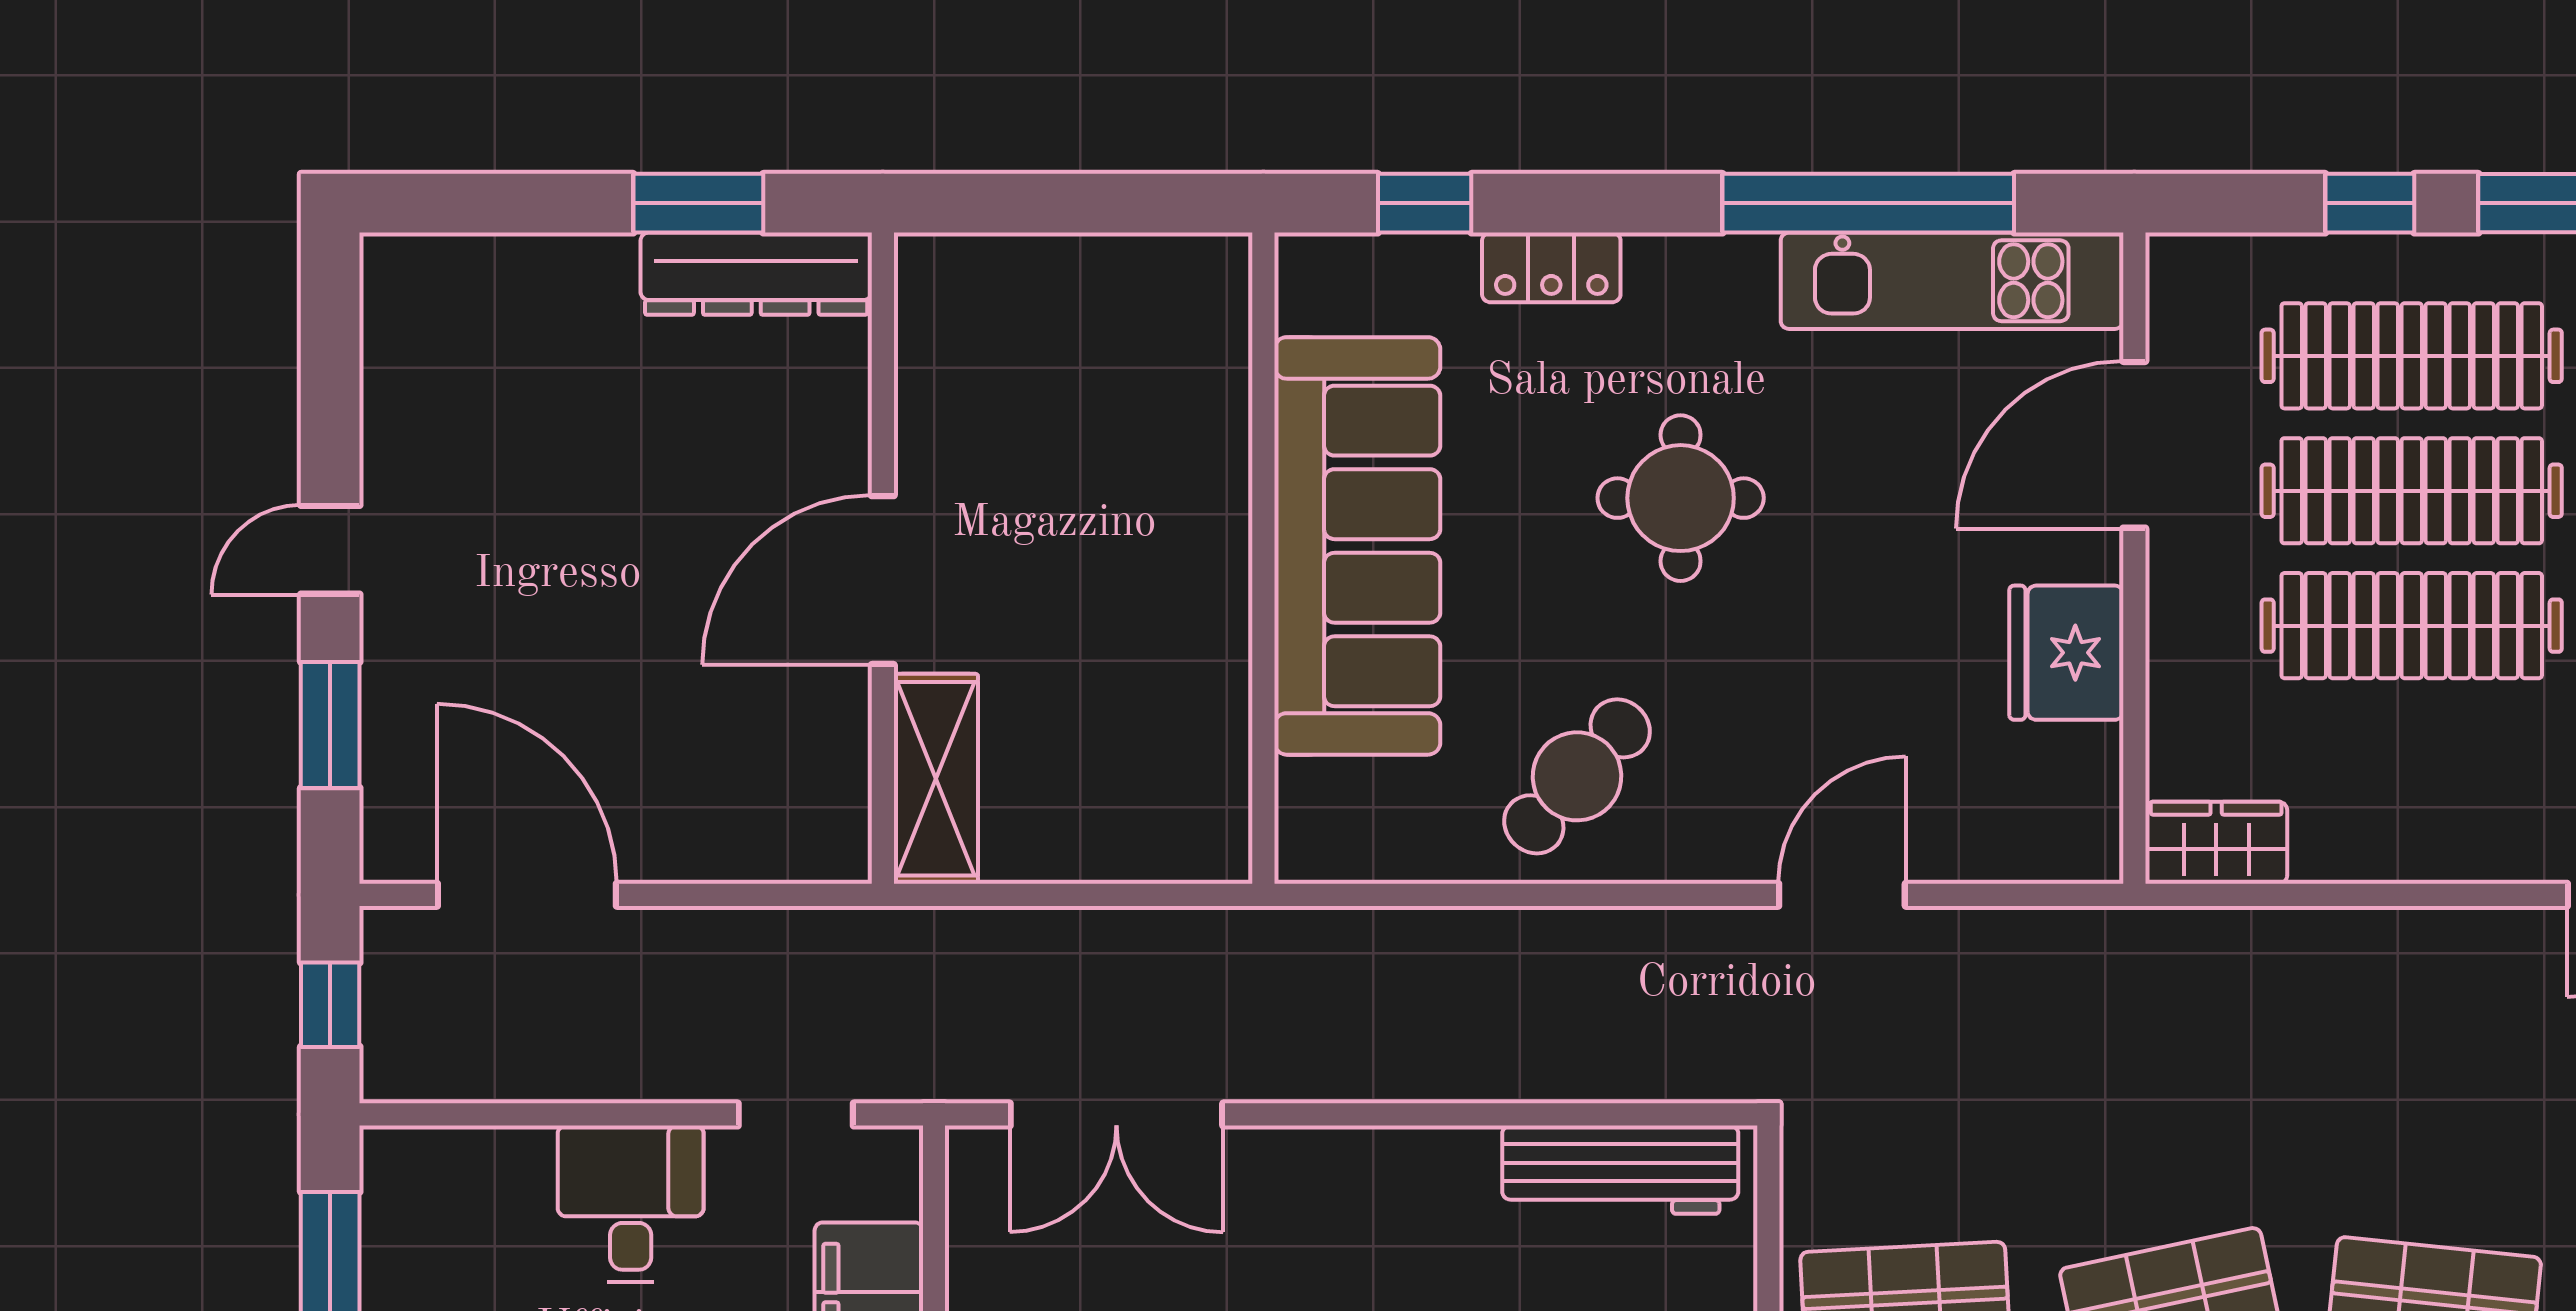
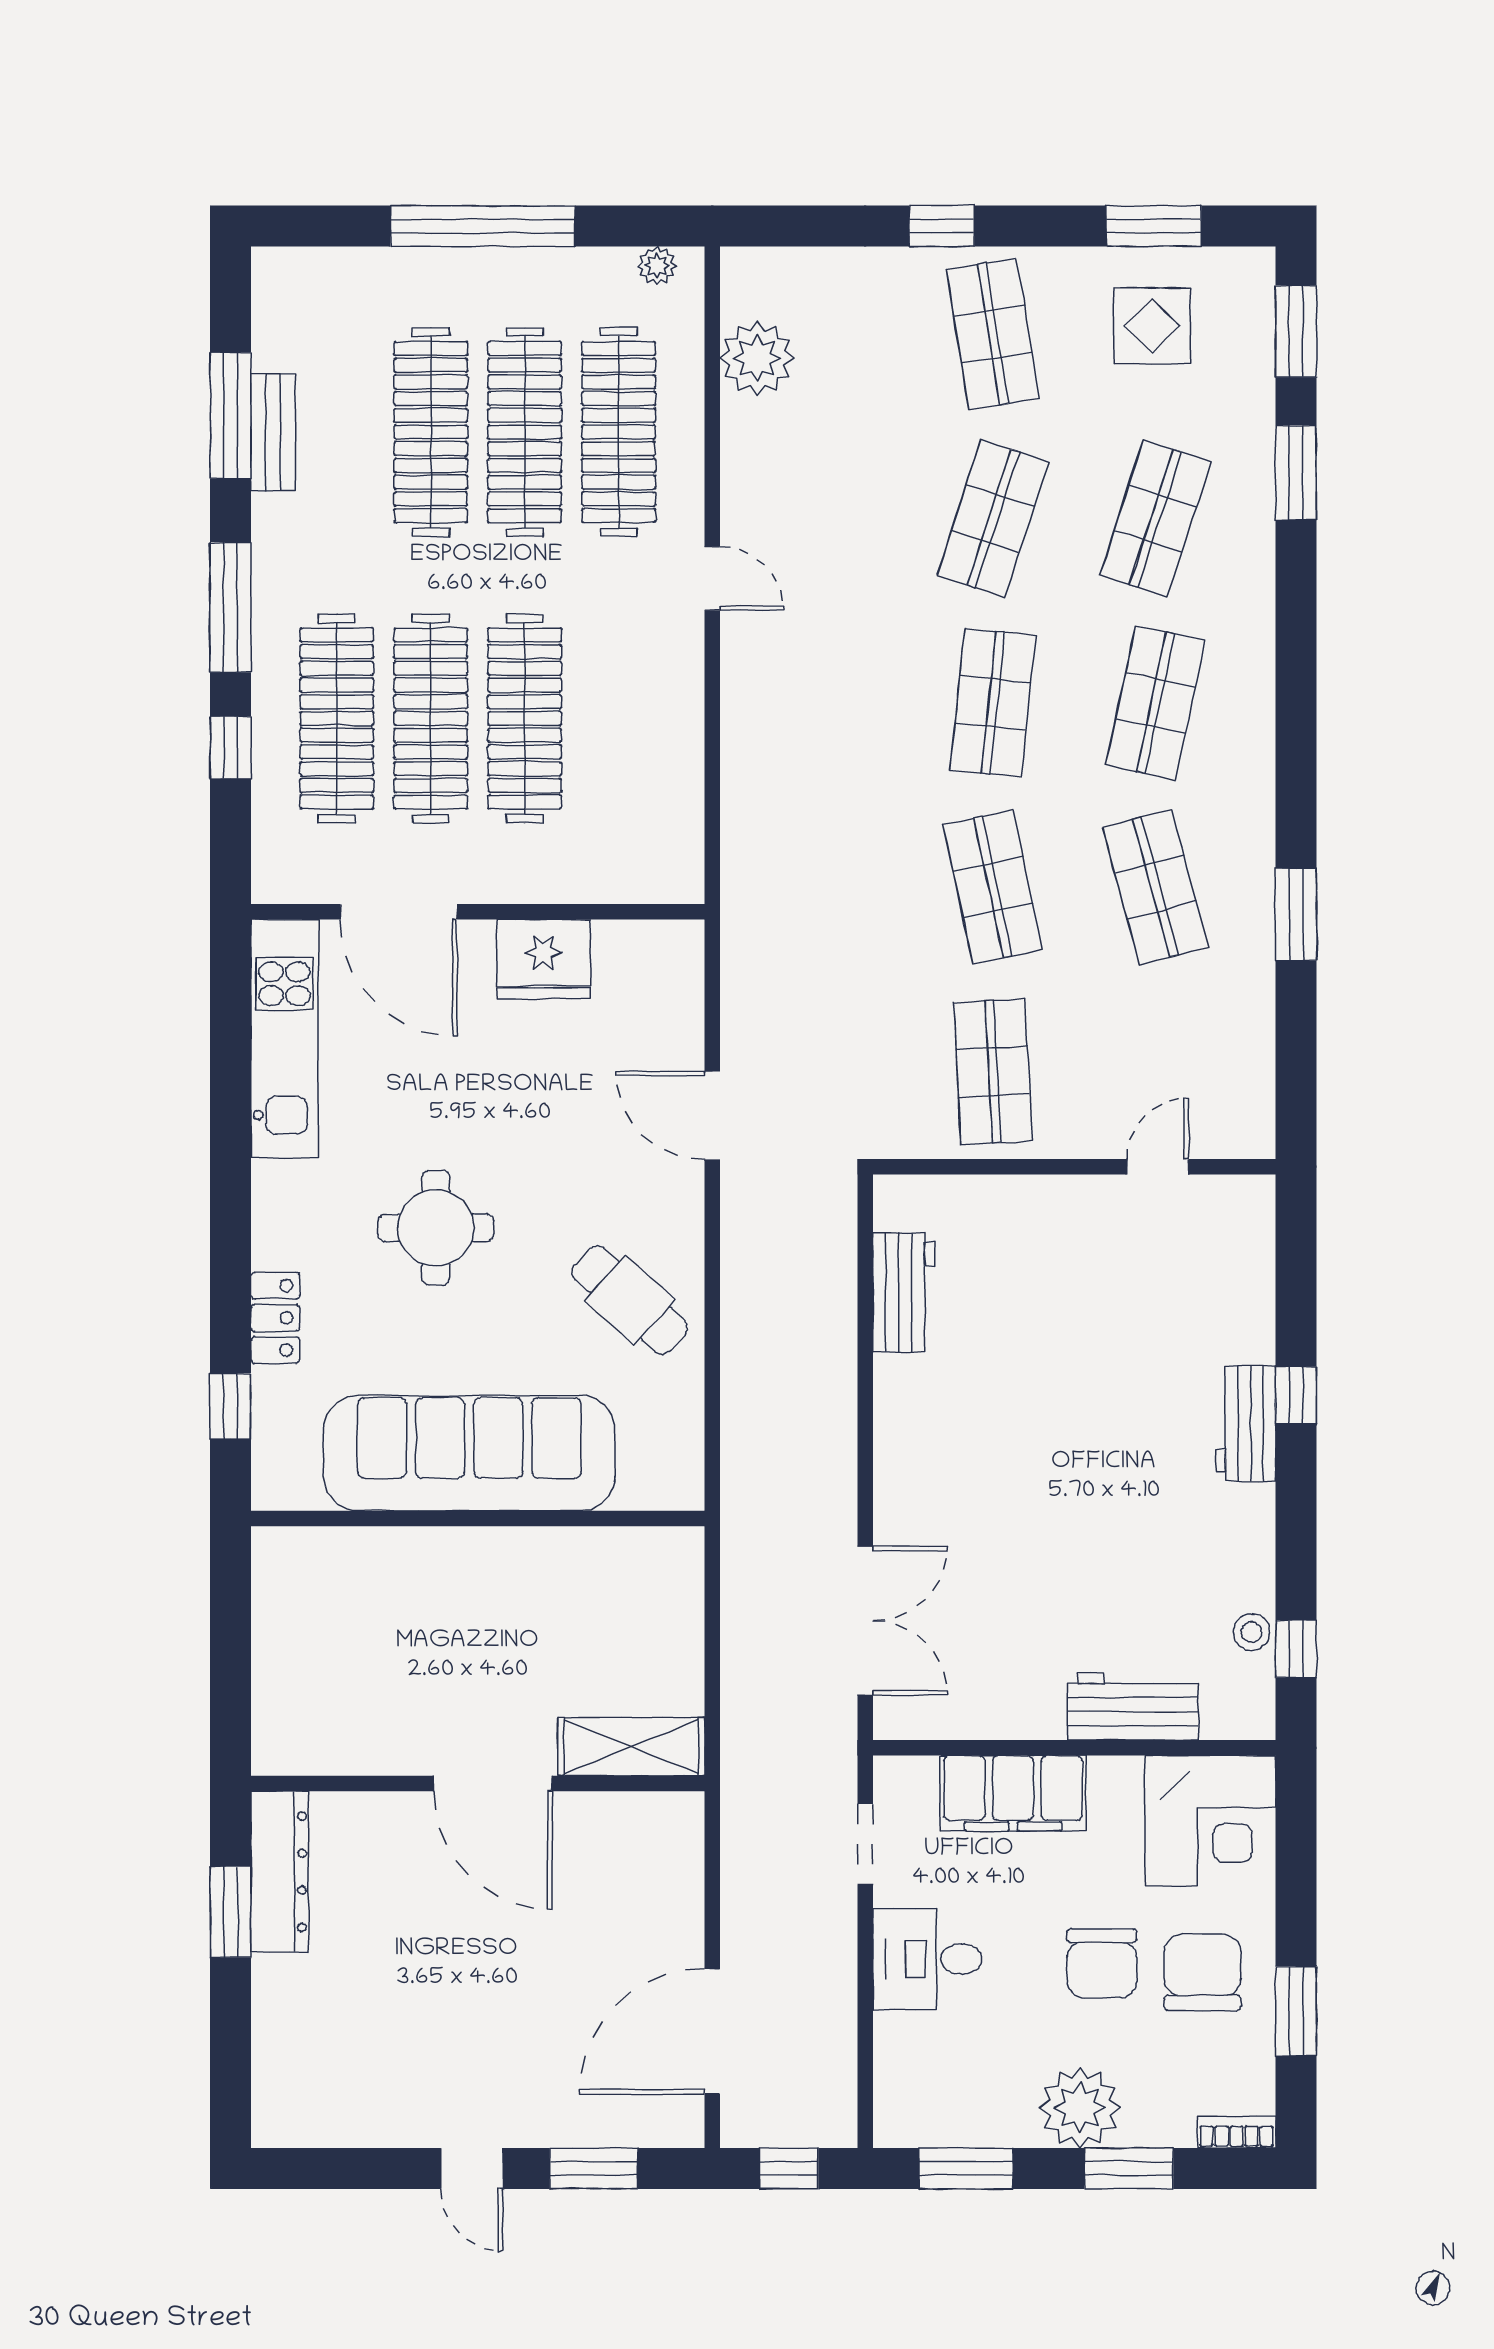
window: (1868, 203) -> (230, 1097), removed
wardrobe: (2216, 843) -> (676, 855), removed
workbench: (1620, 1170) -> (904, 1292), width x0.73

